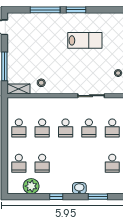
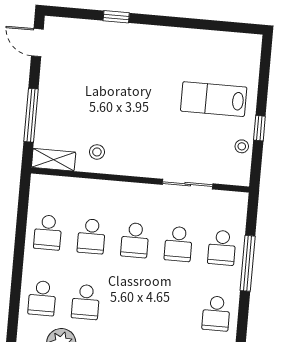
window: (45, 10) -> (116, 17), width x0.46
window: (76, 10) -> (174, 22), removed
lab bench: (85, 40) -> (214, 99), moved, turned 180

